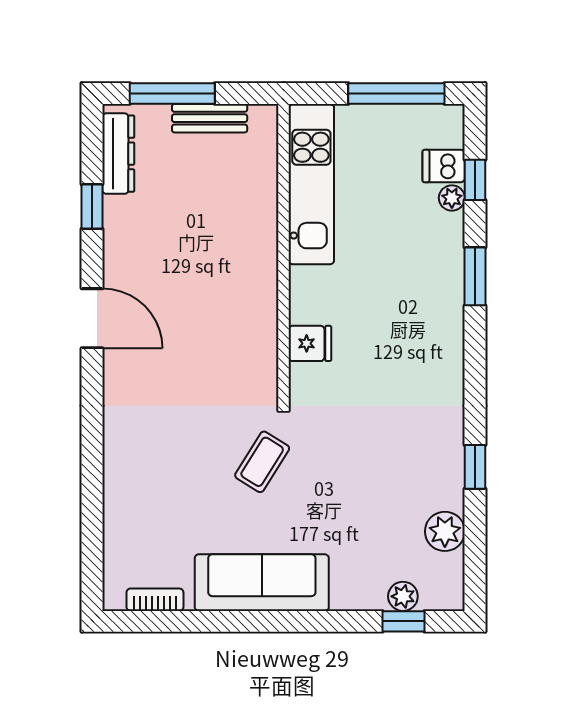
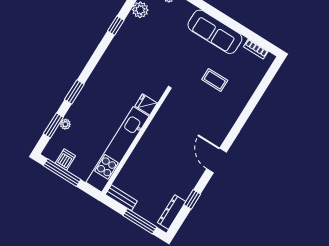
bench: (210, 118) -> (121, 198), moved
dishwasher: (444, 166) -> (65, 159), moved, turned -90
window: (475, 180) -> (53, 125), width x1.50
kitchen unit: (311, 184) -> (118, 149), width x1.36
coffee table: (262, 462) -> (215, 80), moved, turned 58

